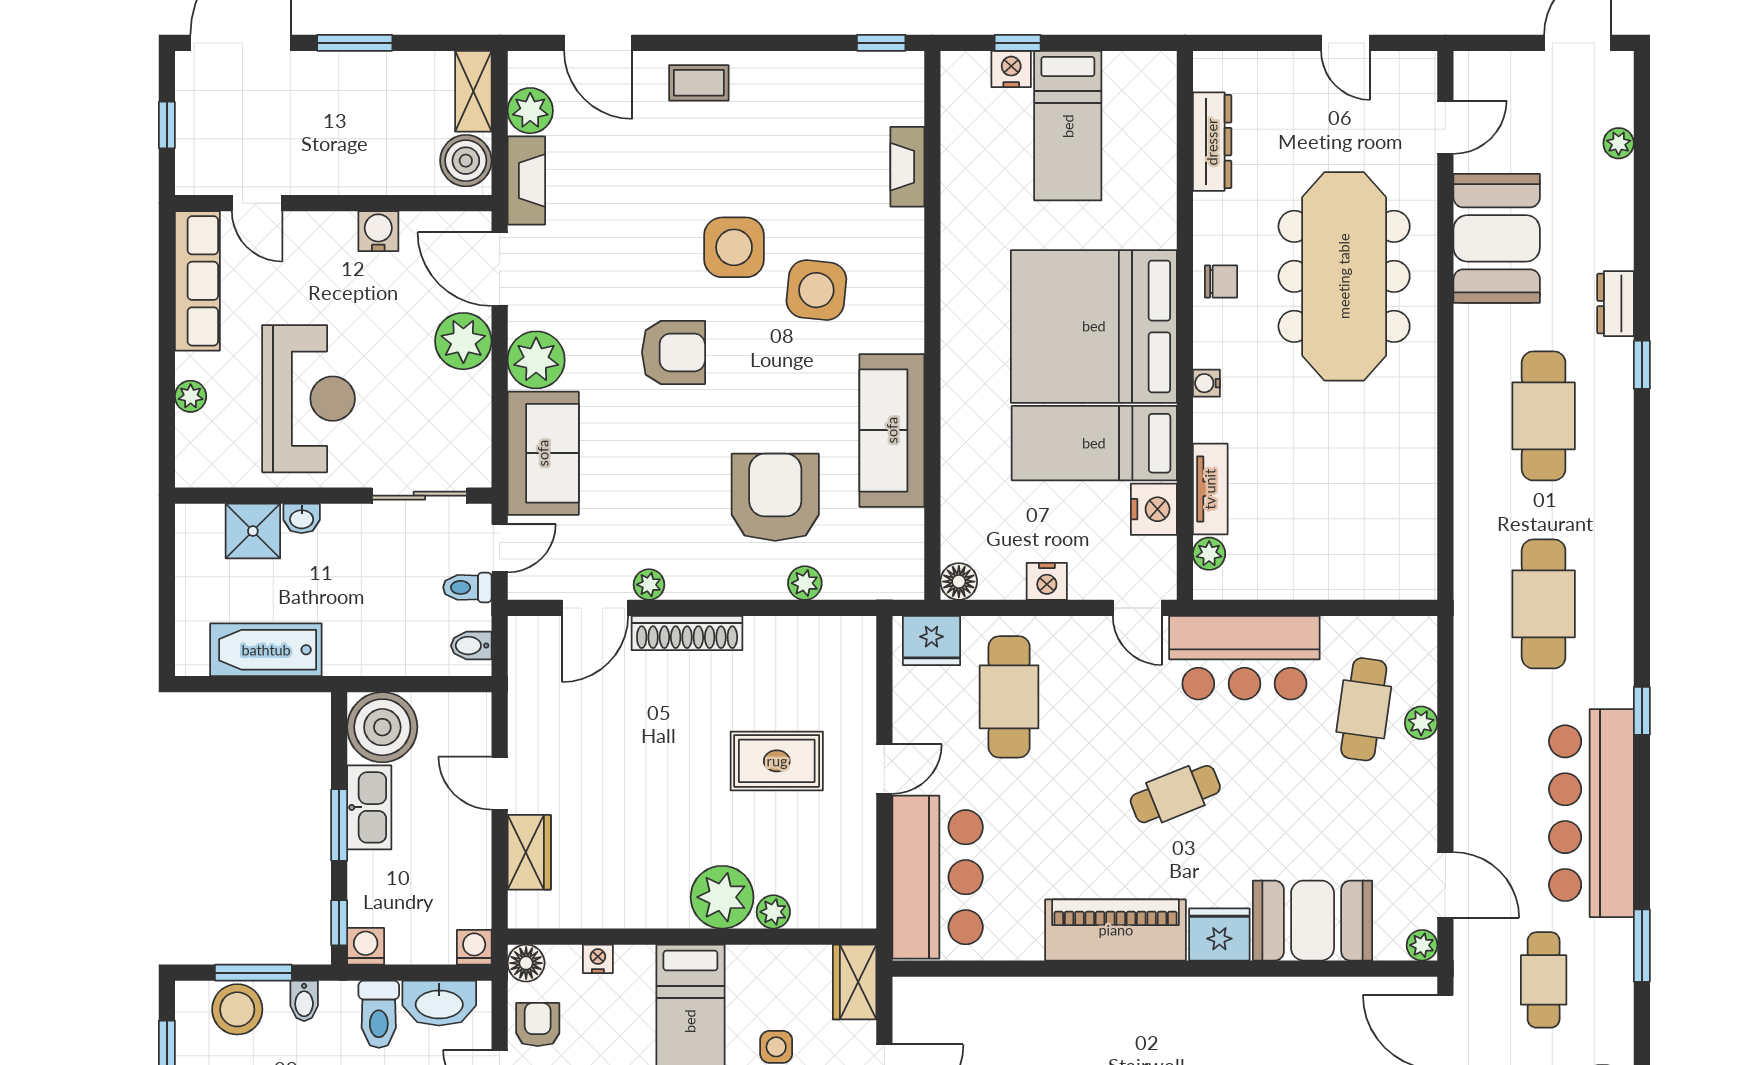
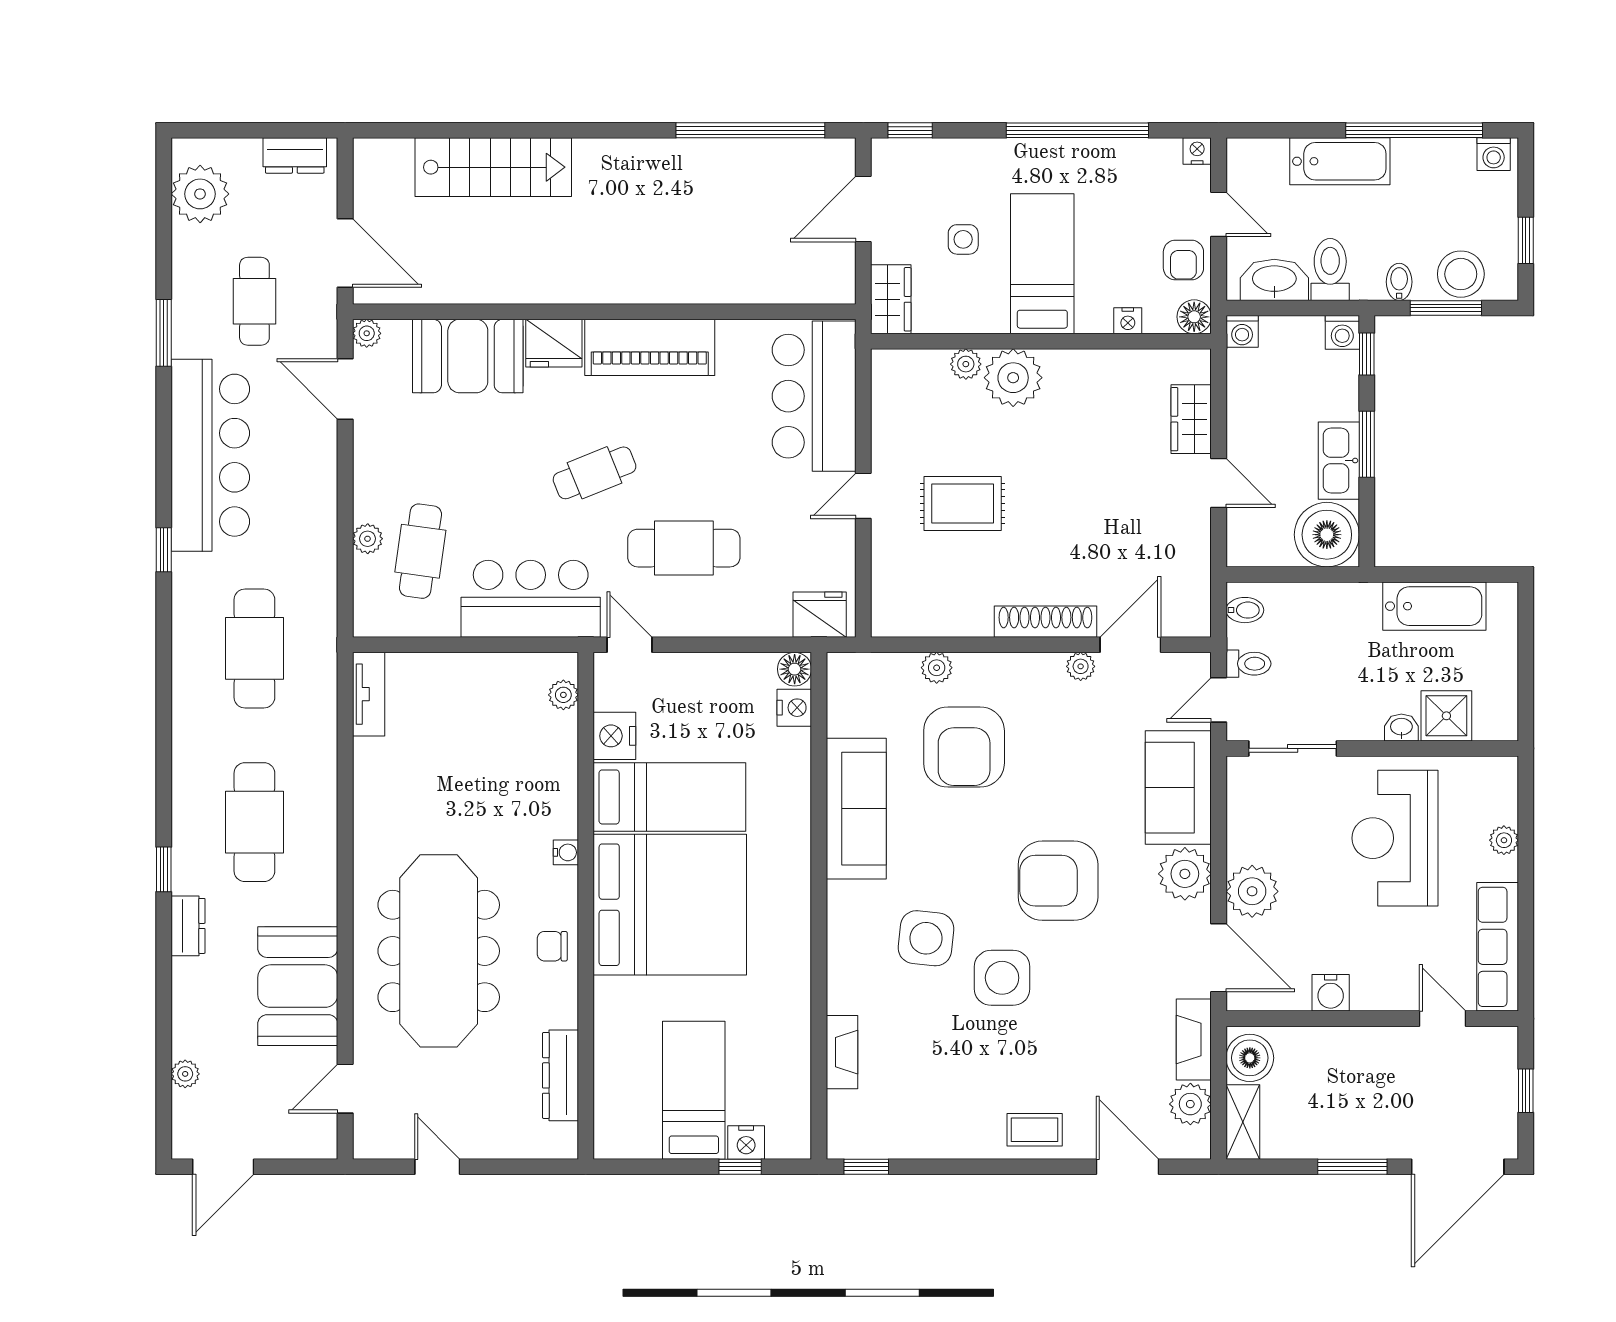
armchair: (673, 352) -> (1058, 881), width x1.36, depth x1.36
tv unit: (1210, 489) -> (369, 694), moved, turned 180
nightstand: (1047, 581) -> (794, 708), moved, turned 90
cafe table: (1009, 697) -> (684, 548), moved, turned 90

